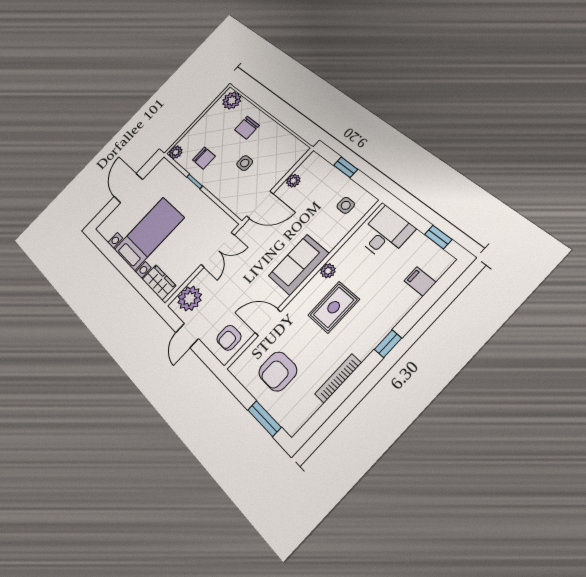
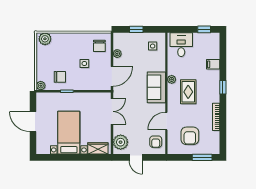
chair: (247, 128) -> (99, 46), moved
filing cabinet: (420, 281) -> (213, 64), moved

